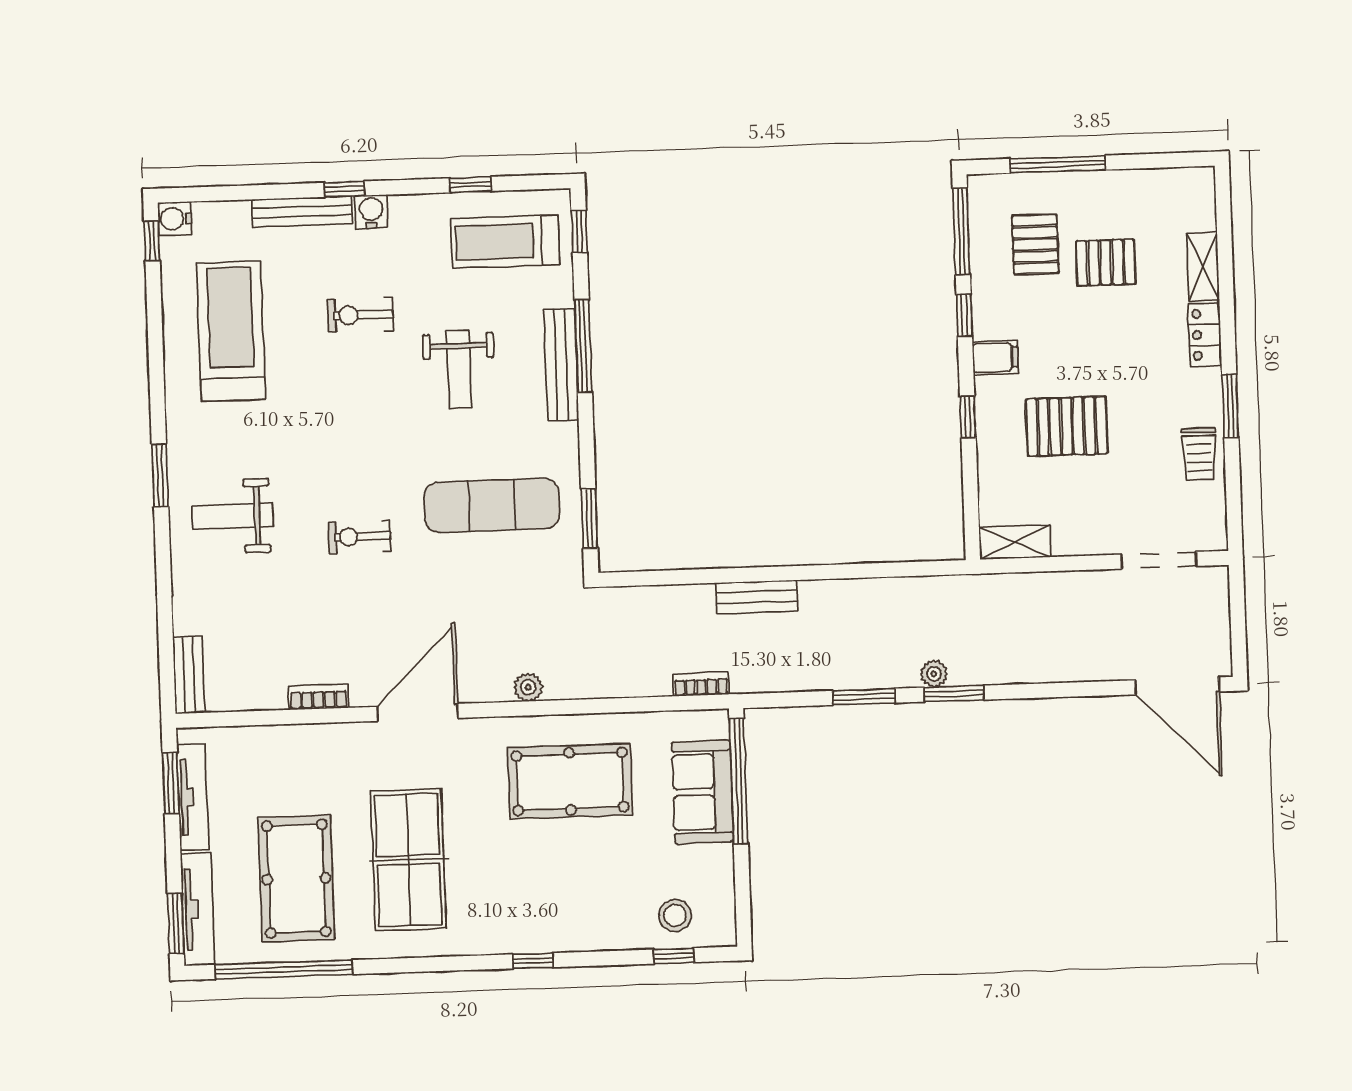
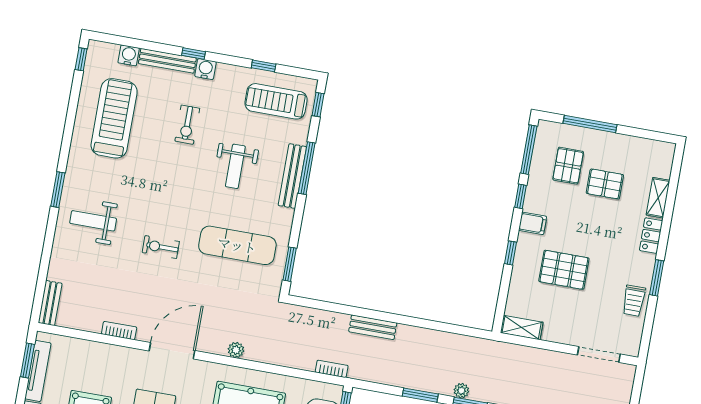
water cooler: (175, 219) -> (129, 55), moved, turned 90
exercise bike: (360, 315) -> (187, 125), turned -90

